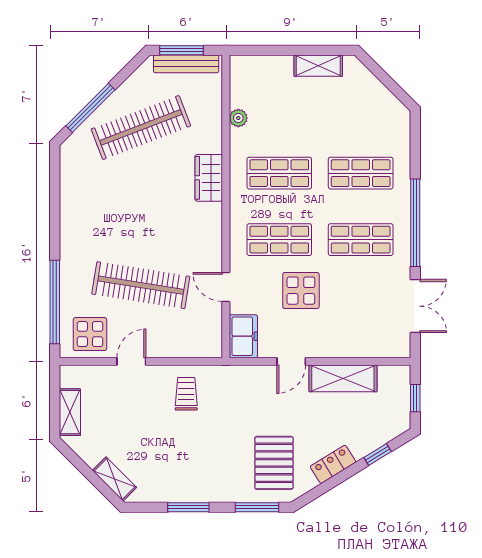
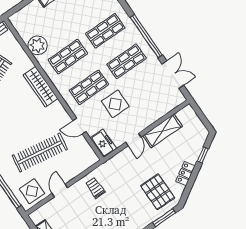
plant: (238, 118) -> (38, 45), width x1.87, depth x1.87
wardrobe: (209, 178) -> (41, 87), width x1.50
window: (415, 398) -> (202, 117), removed

